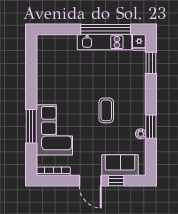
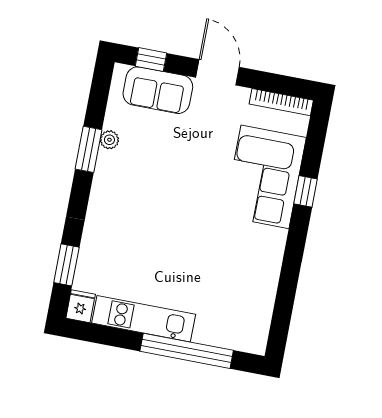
window: (106, 29) -> (187, 351), moved
coffee table: (106, 110) -> (164, 194), removed
window: (31, 126) -> (306, 191), width x0.46
window: (116, 181) -> (151, 60), moved

